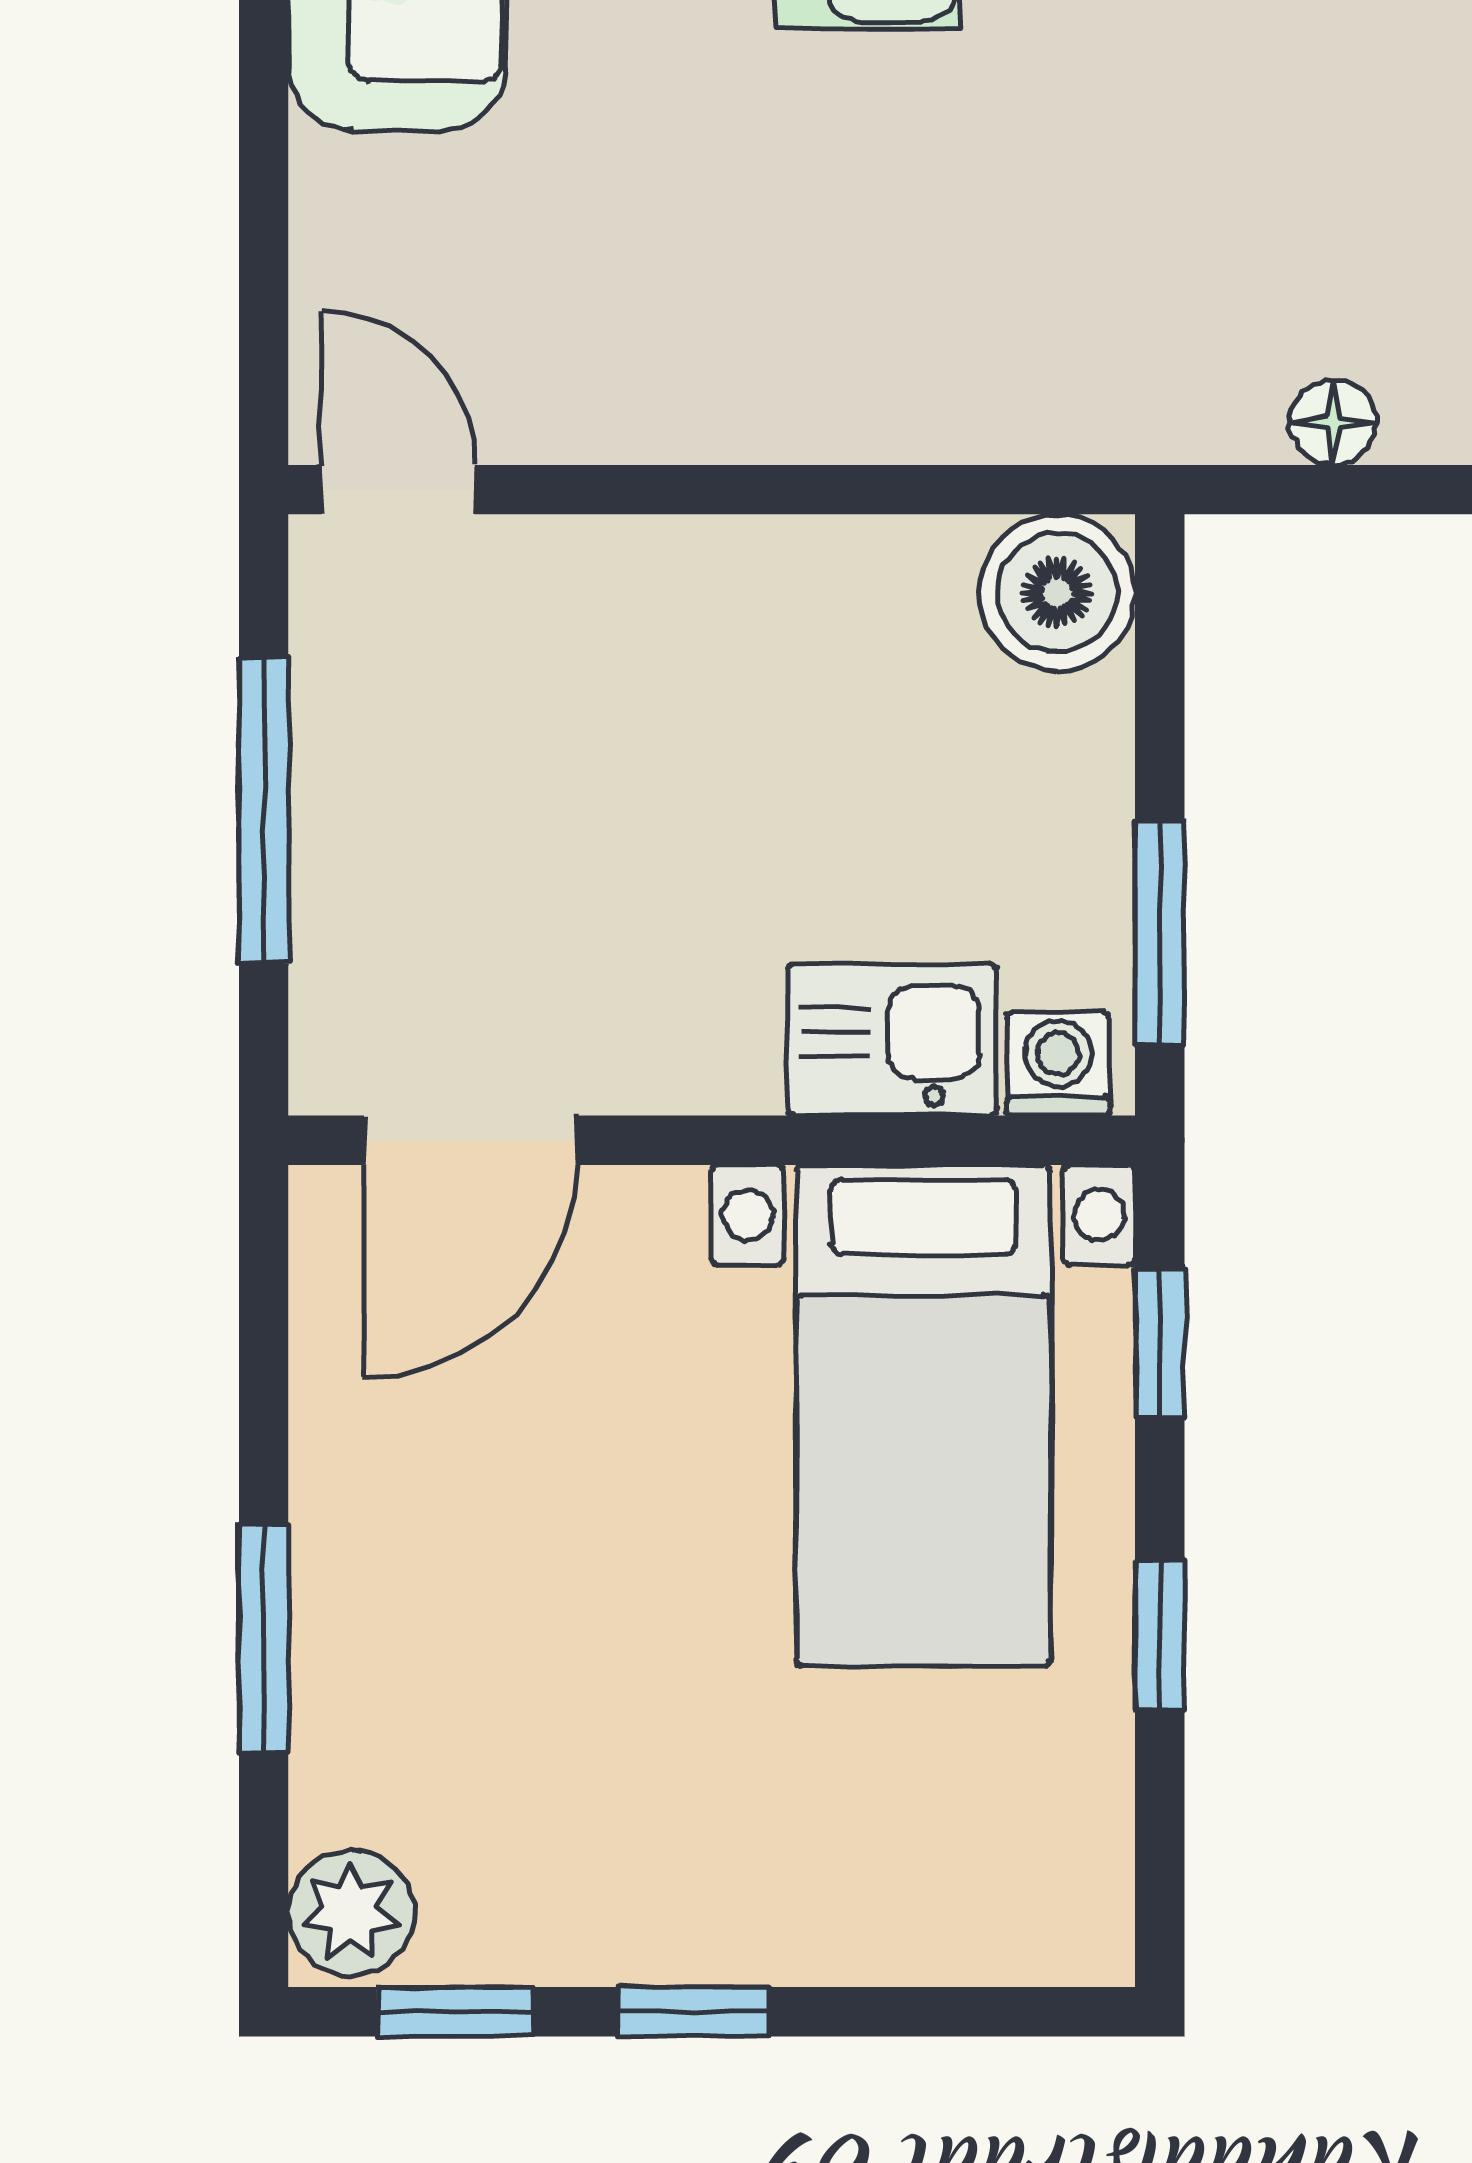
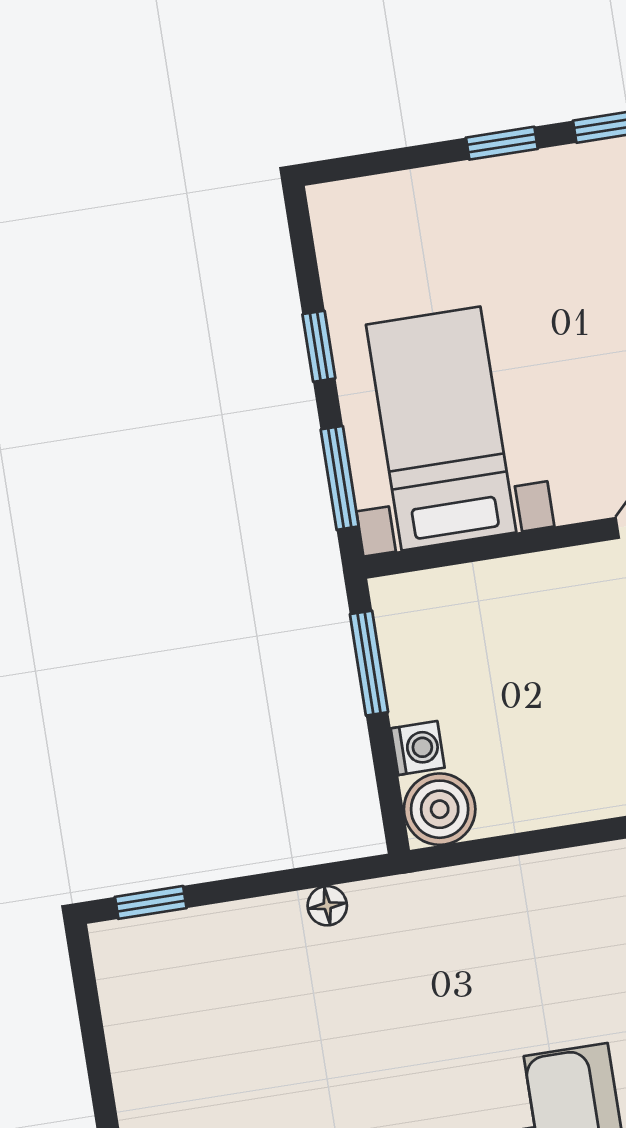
kitchen sink: (892, 1040) -> (482, 596), removed
washing machine: (1058, 1064) -> (418, 748), moved, turned -90
window: (1160, 1343) -> (340, 478), width x1.50

